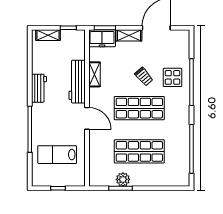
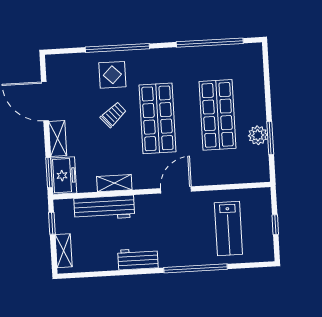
workbench: (77, 82) -> (104, 208), moved

